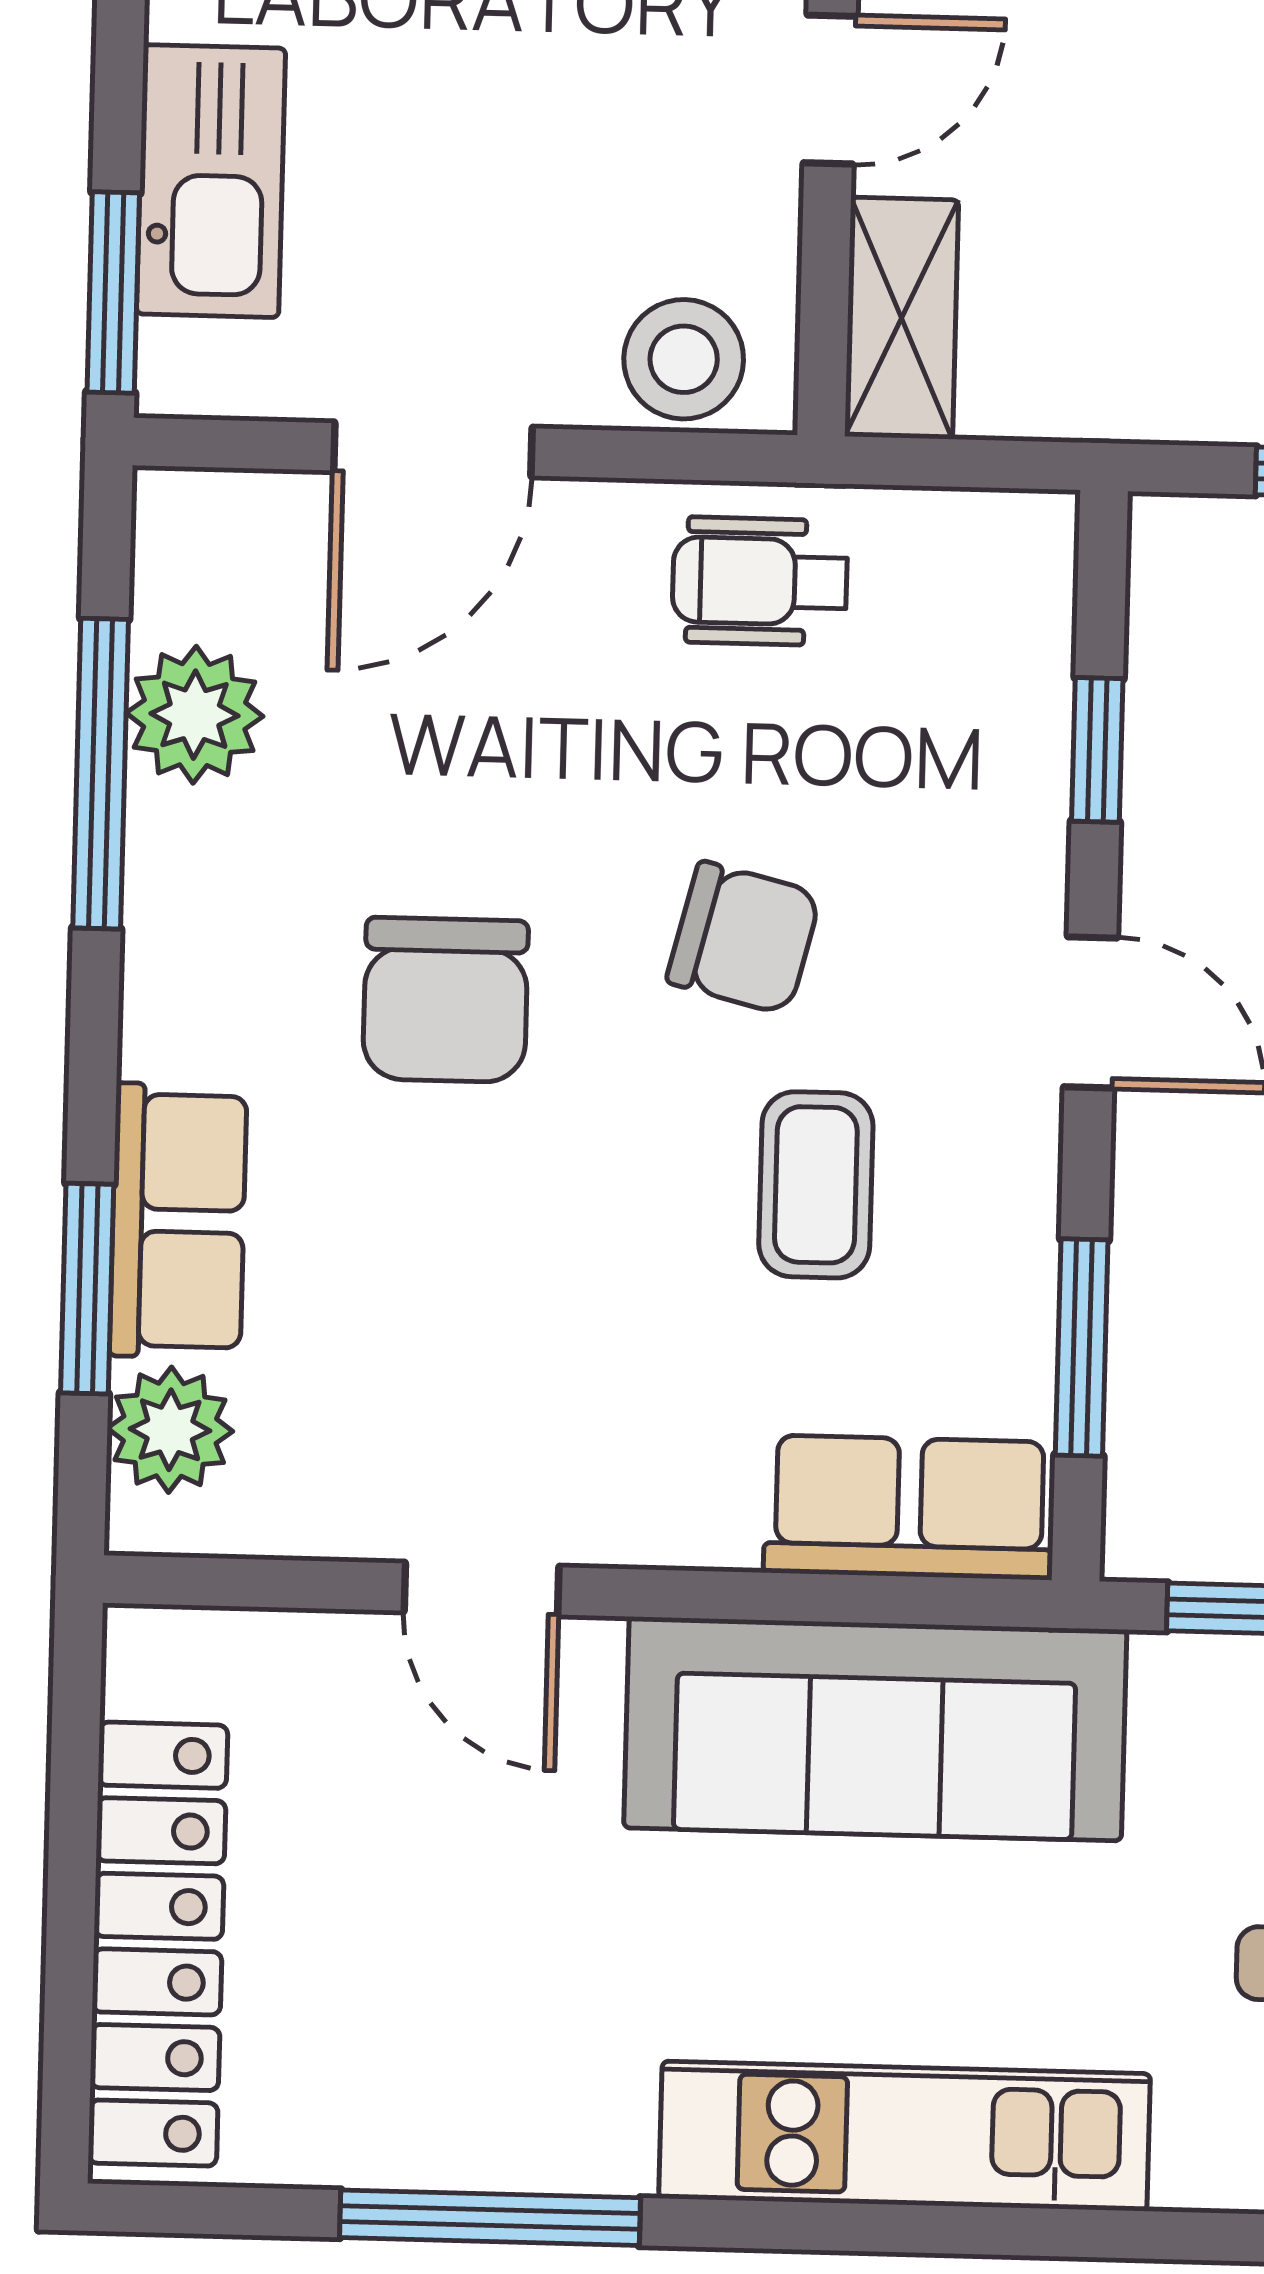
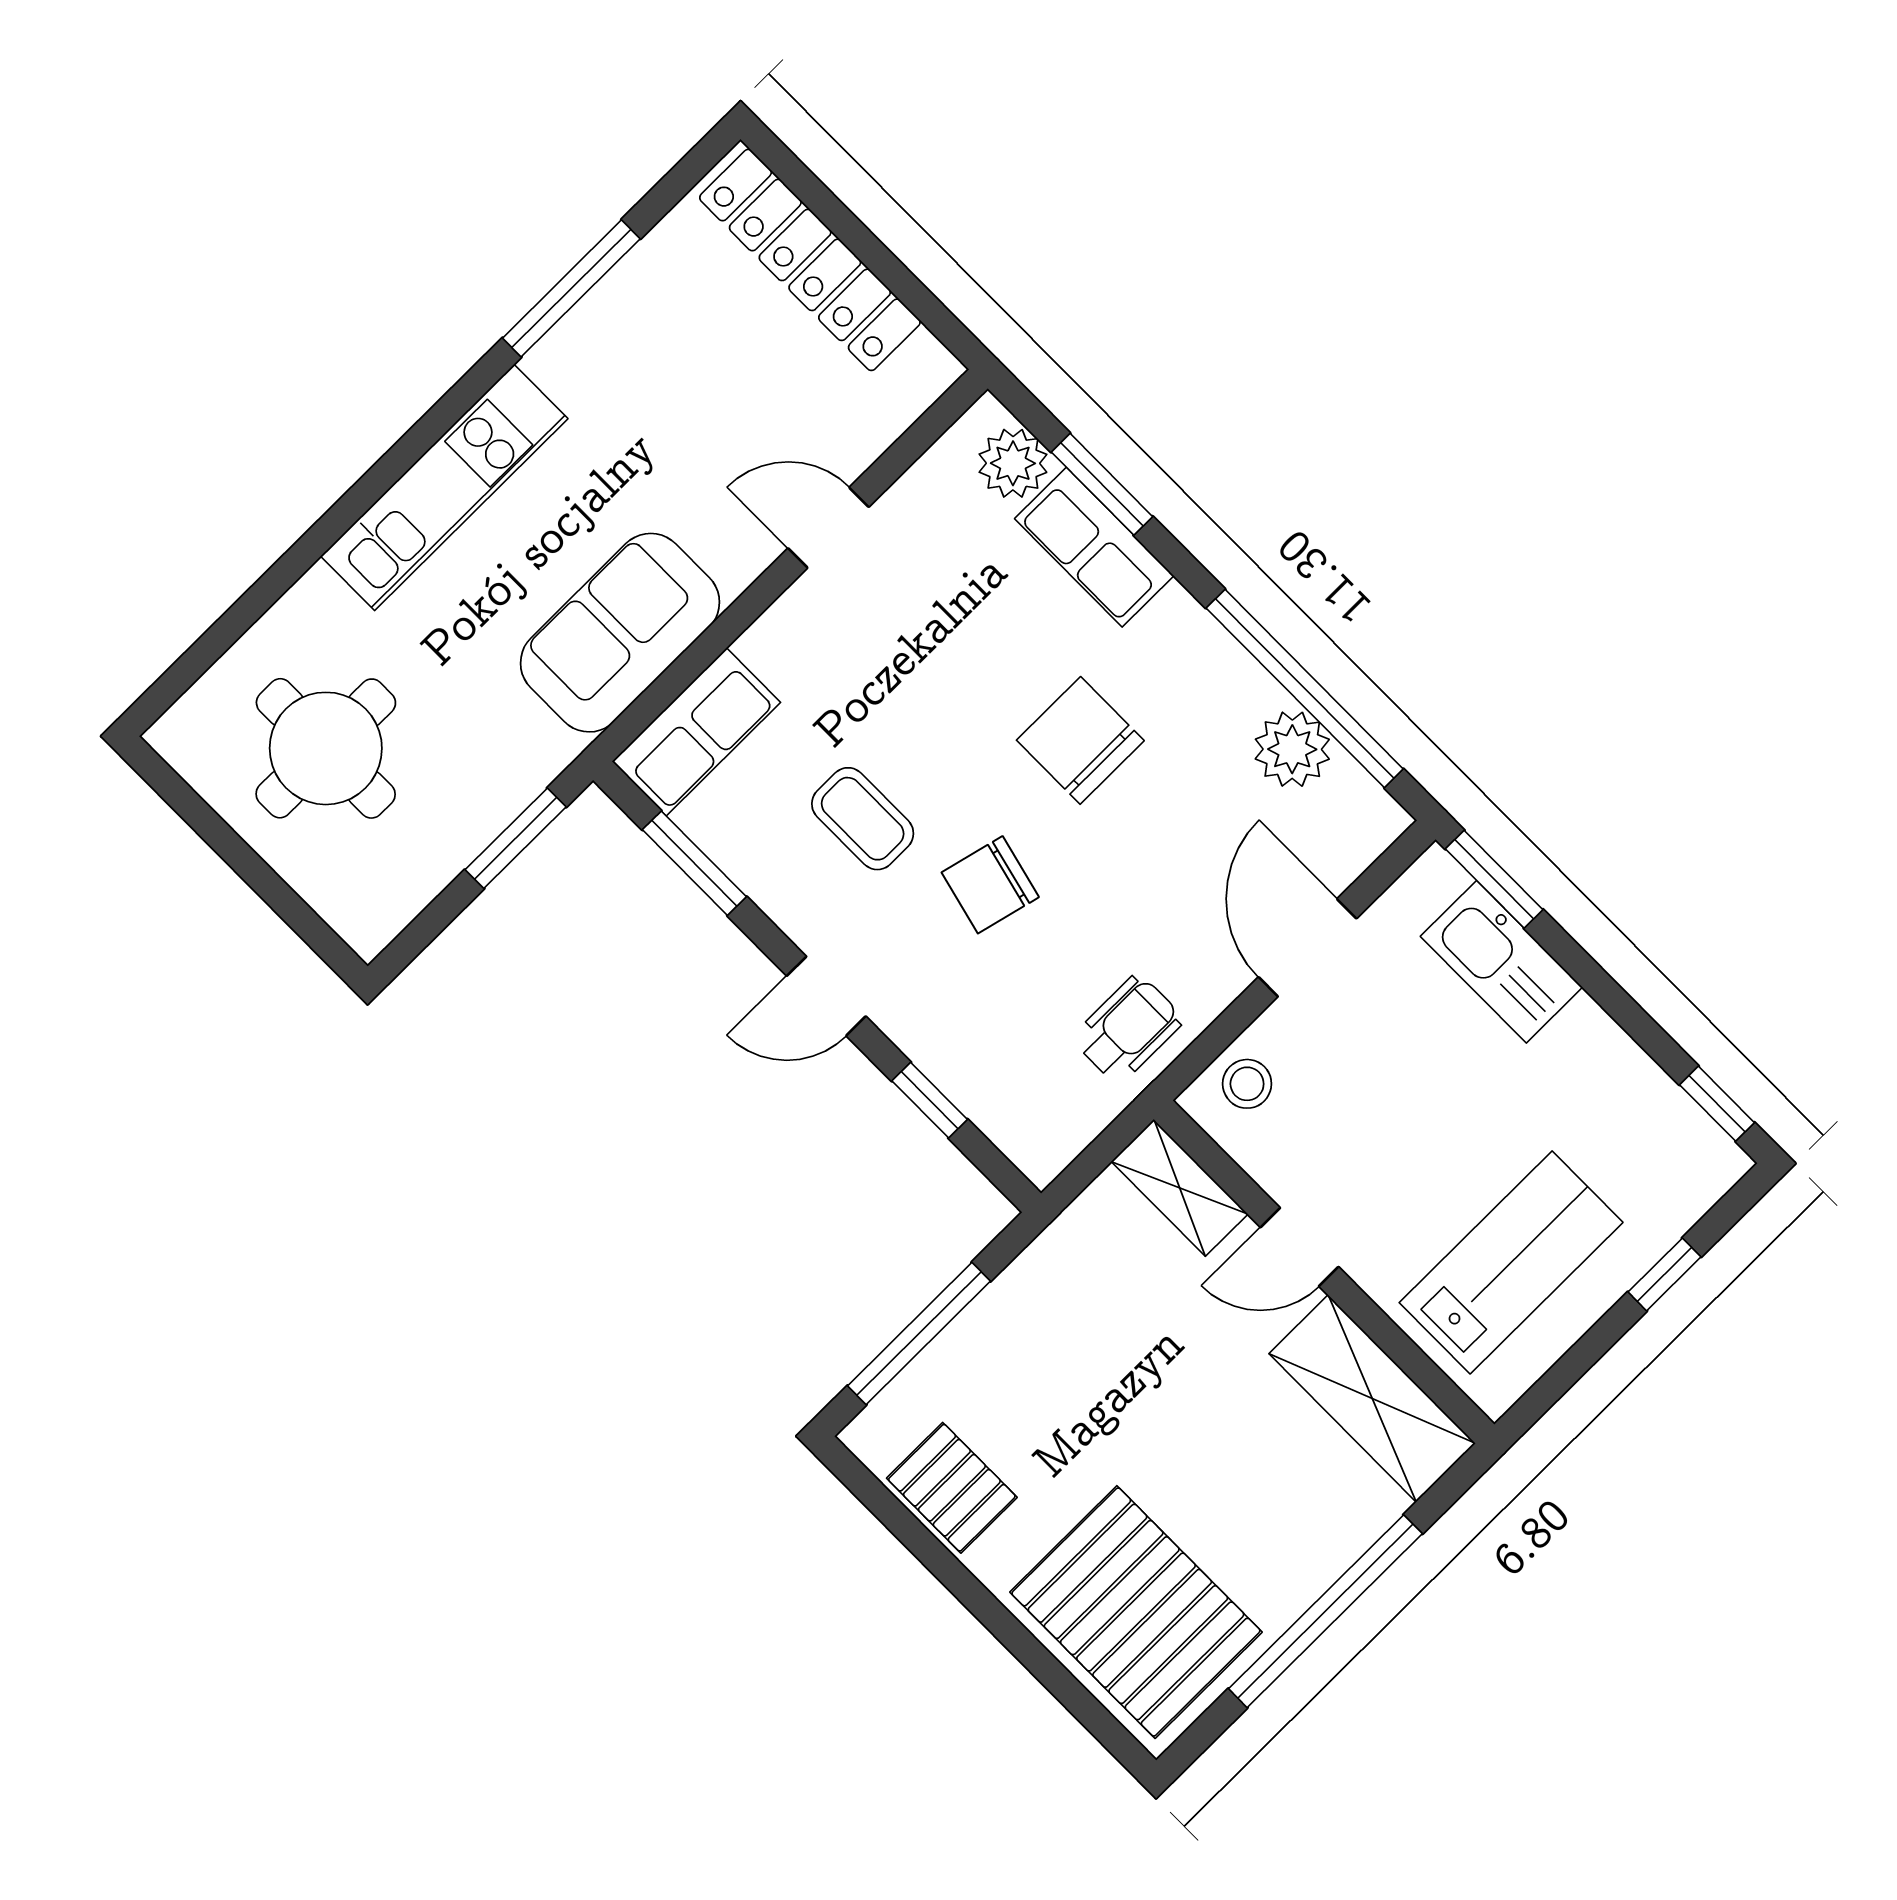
door: (830, 90) -> (1299, 1247), hinge flipped
stool: (684, 359) -> (1247, 1084), width x0.73, depth x0.73
window: (101, 774) -> (1305, 689), width x1.46
sofa: (875, 1729) -> (620, 633), width x0.73

